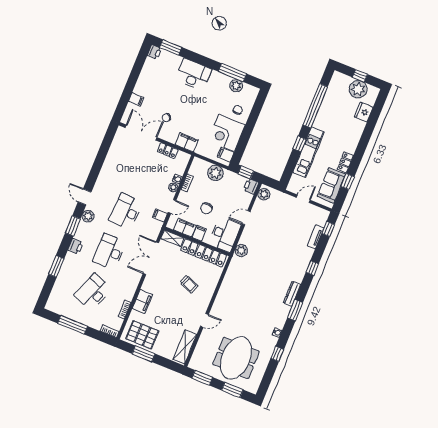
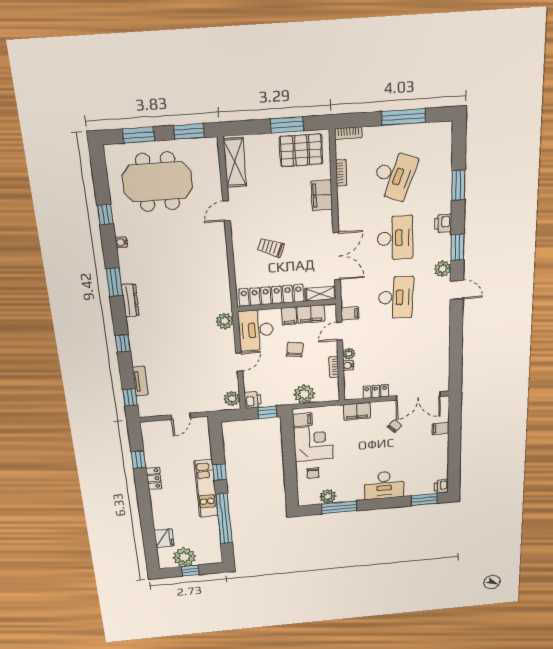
kitchen unit: (309, 152) -> (206, 488), moved
sofa: (331, 185) -> (155, 447), removed
meeting table: (236, 358) -> (158, 182), turned 90

